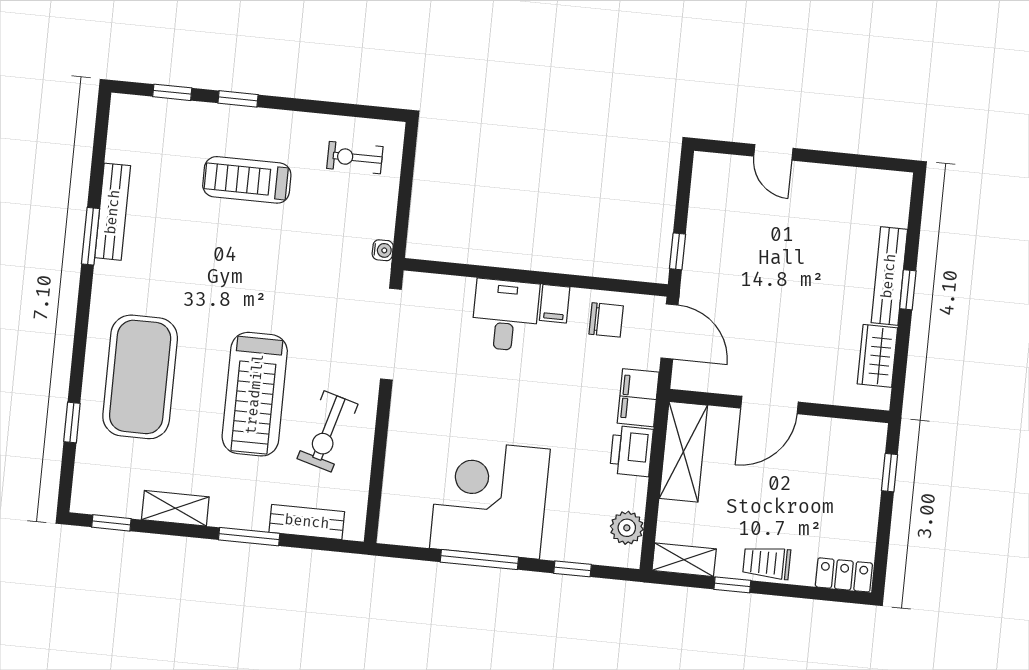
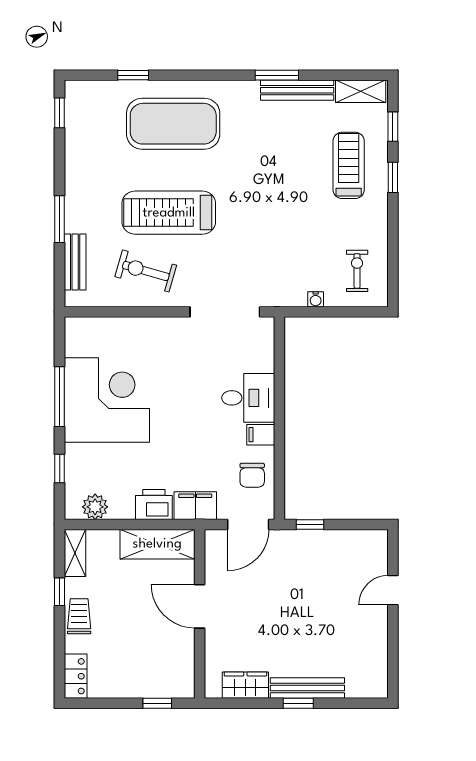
treadmill: (247, 180) -> (349, 165), moved
water cooler: (383, 250) -> (316, 299), moved
shelving: (175, 508) -> (361, 91), moved, turned 90

